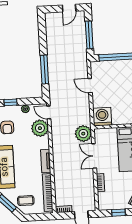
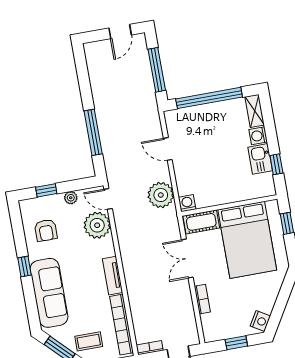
washing machine: (102, 117) -> (187, 203), width x0.53, depth x0.53
plant: (83, 134) -> (161, 195), moved
cot: (106, 134) -> (201, 222), added

